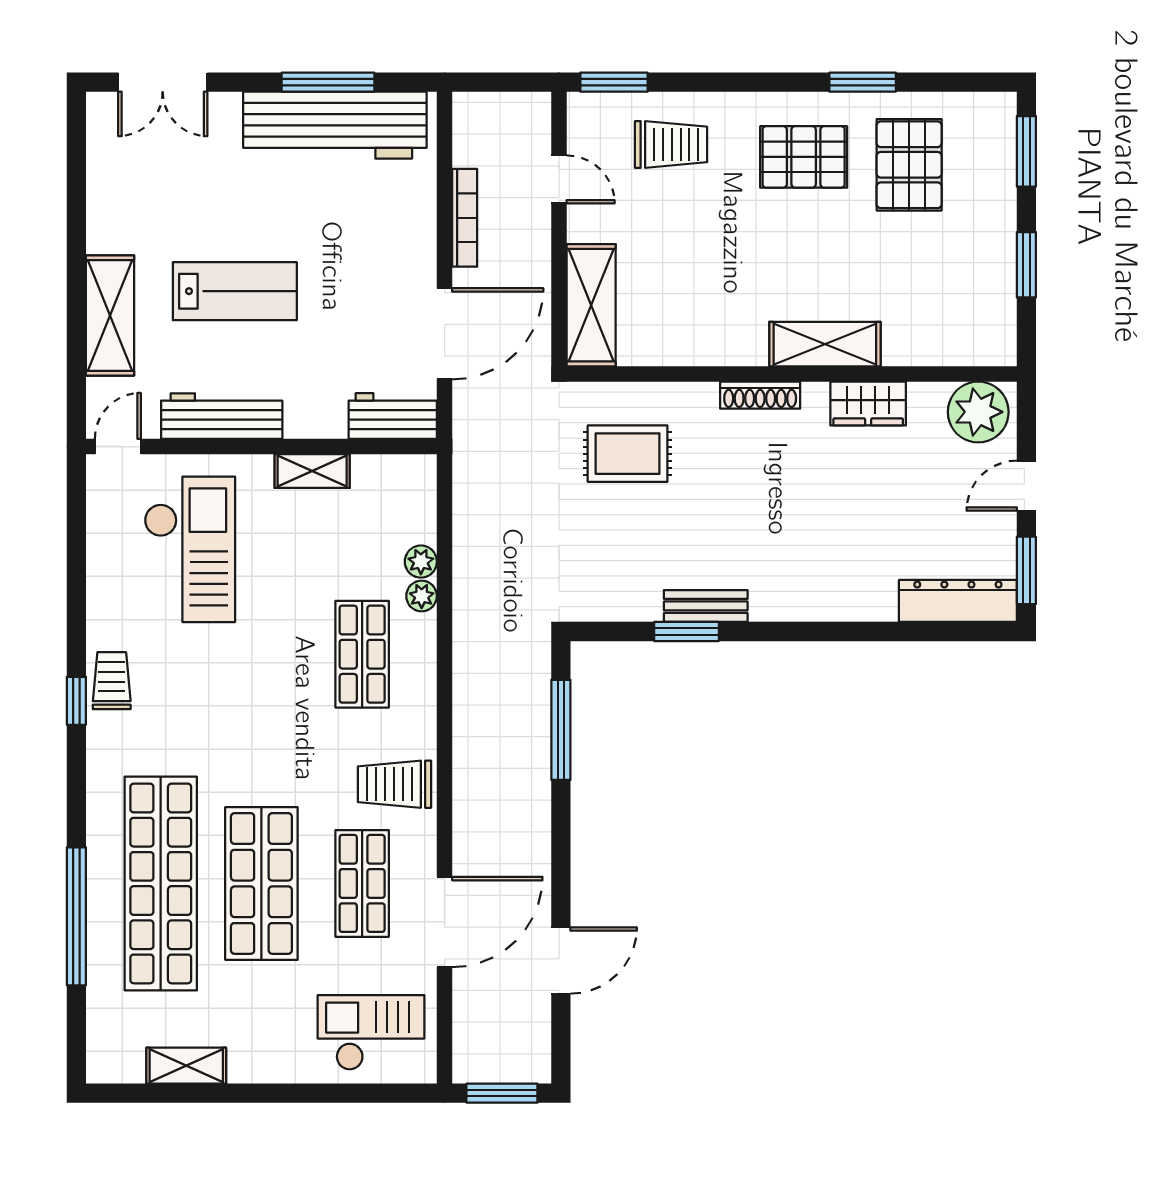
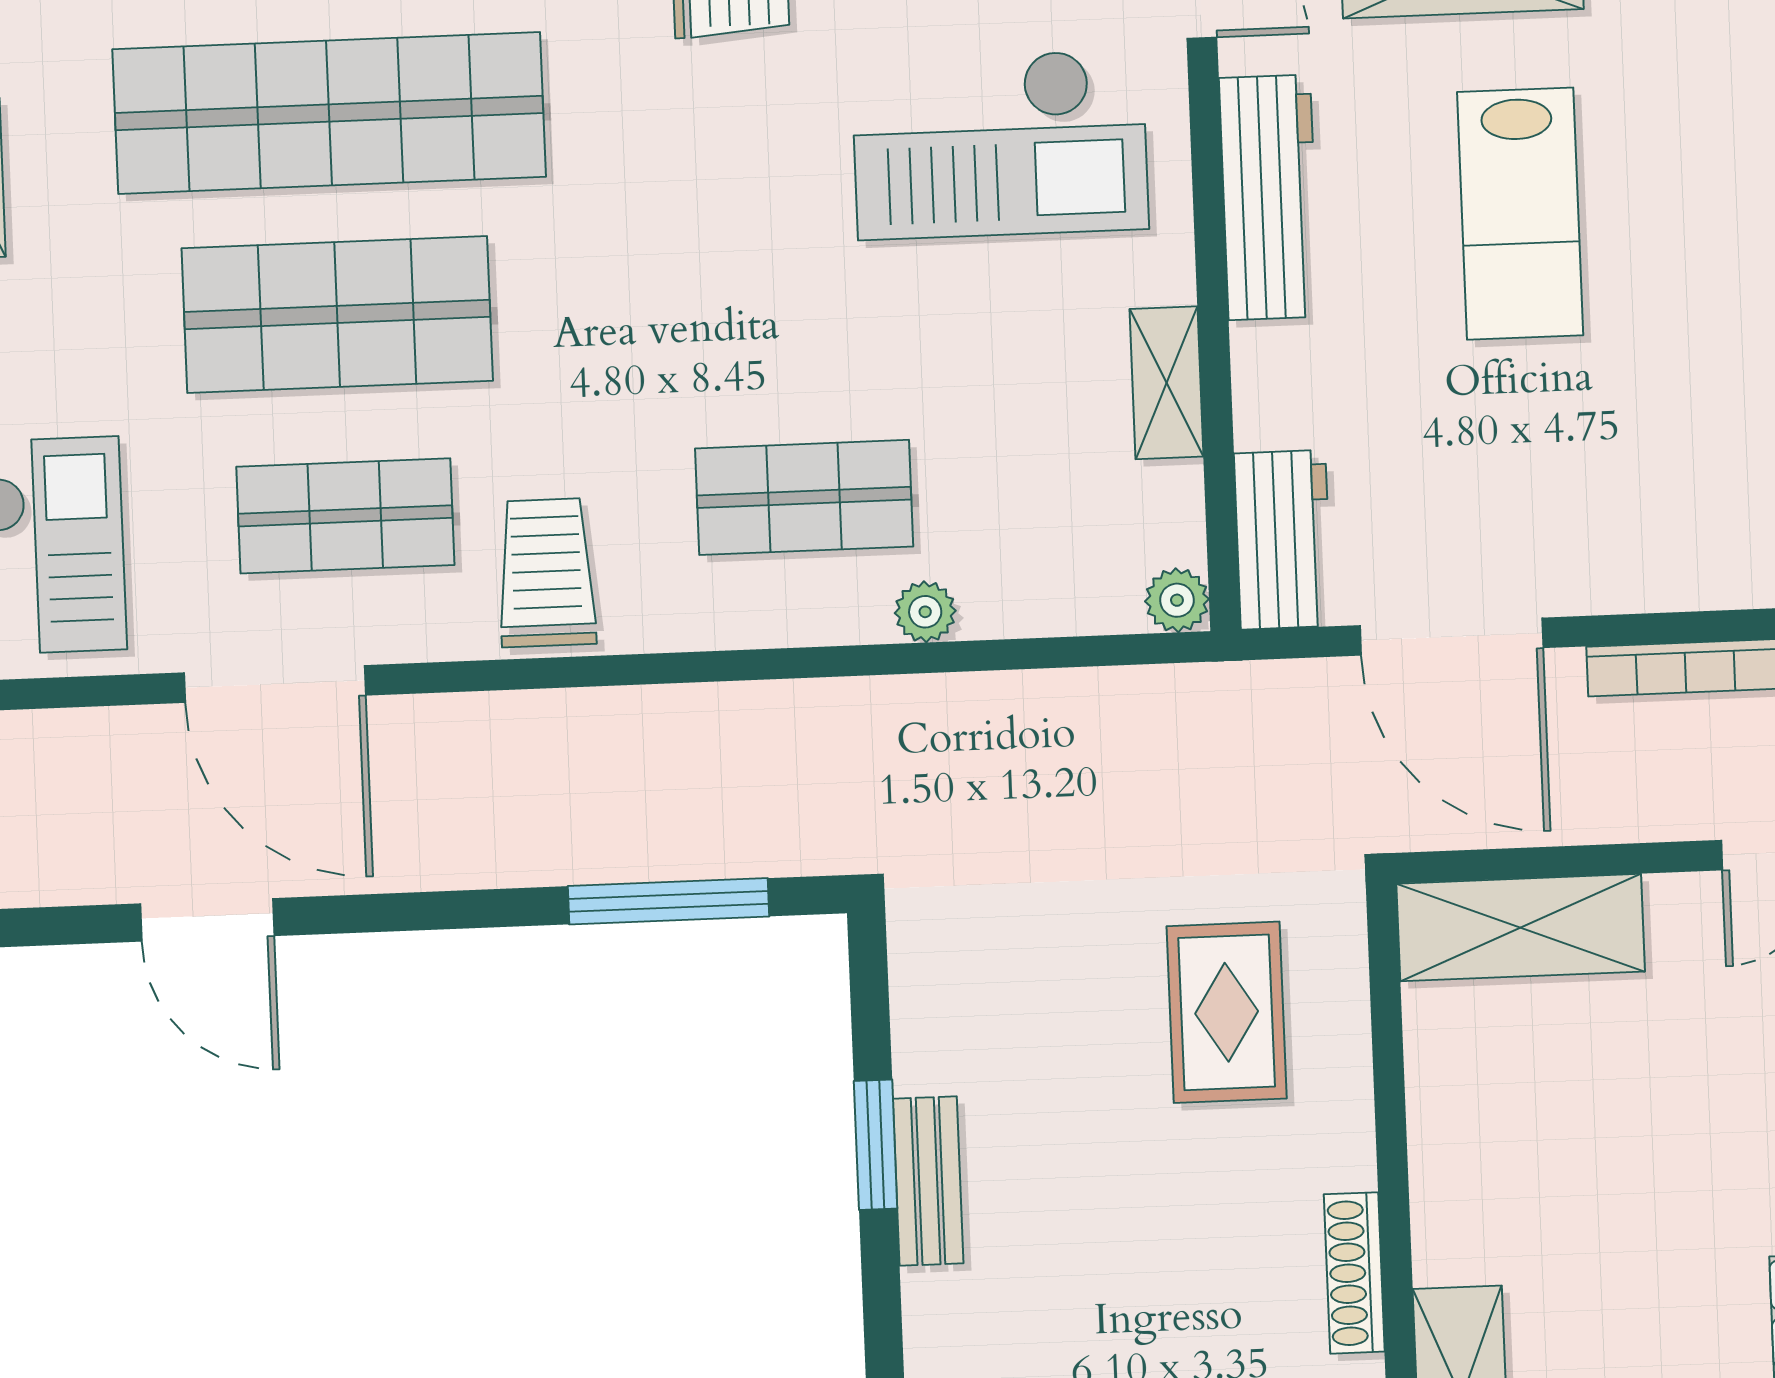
plant: (421, 562) -> (1177, 600), moved

